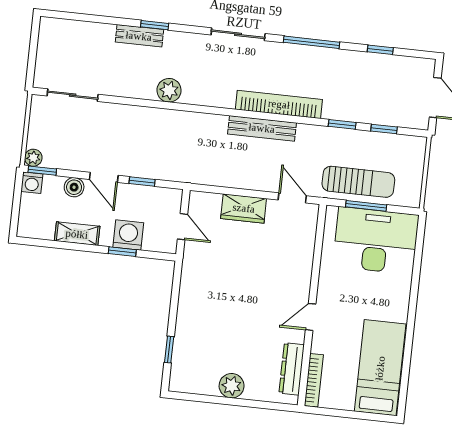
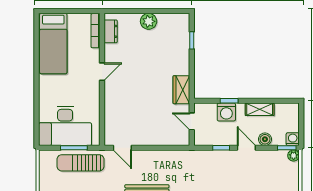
wardrobe: (244, 208) -> (181, 90), moved, turned -90
dresser: (292, 369) -> (111, 31), width x0.70

